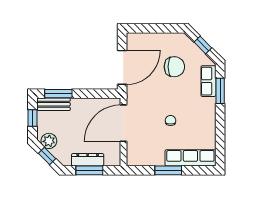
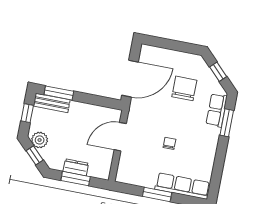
chair: (174, 67) -> (184, 88), turned -90
door: (123, 123) -> (120, 137), width x0.73
dresser: (88, 160) -> (76, 167), width x0.70

